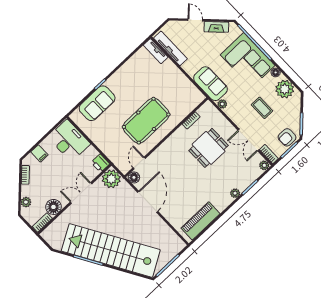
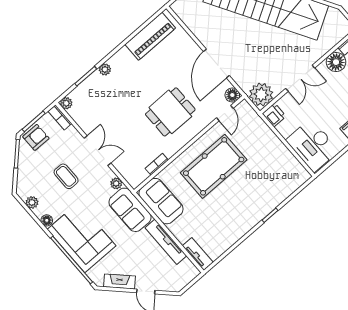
tv unit: (170, 48) -> (166, 242), moved
plant: (285, 89) -> (32, 202), width x0.53, depth x0.53
sofa: (97, 103) -> (161, 201), moved, turned 90
double door: (248, 140) -> (97, 151), moved
dining table: (209, 148) -> (170, 112), moved

